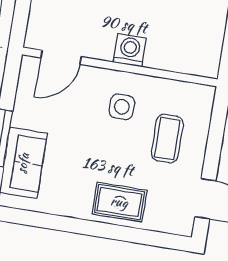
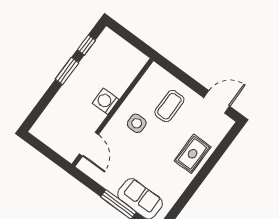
coffee table: (167, 138) -> (169, 106), turned 90

